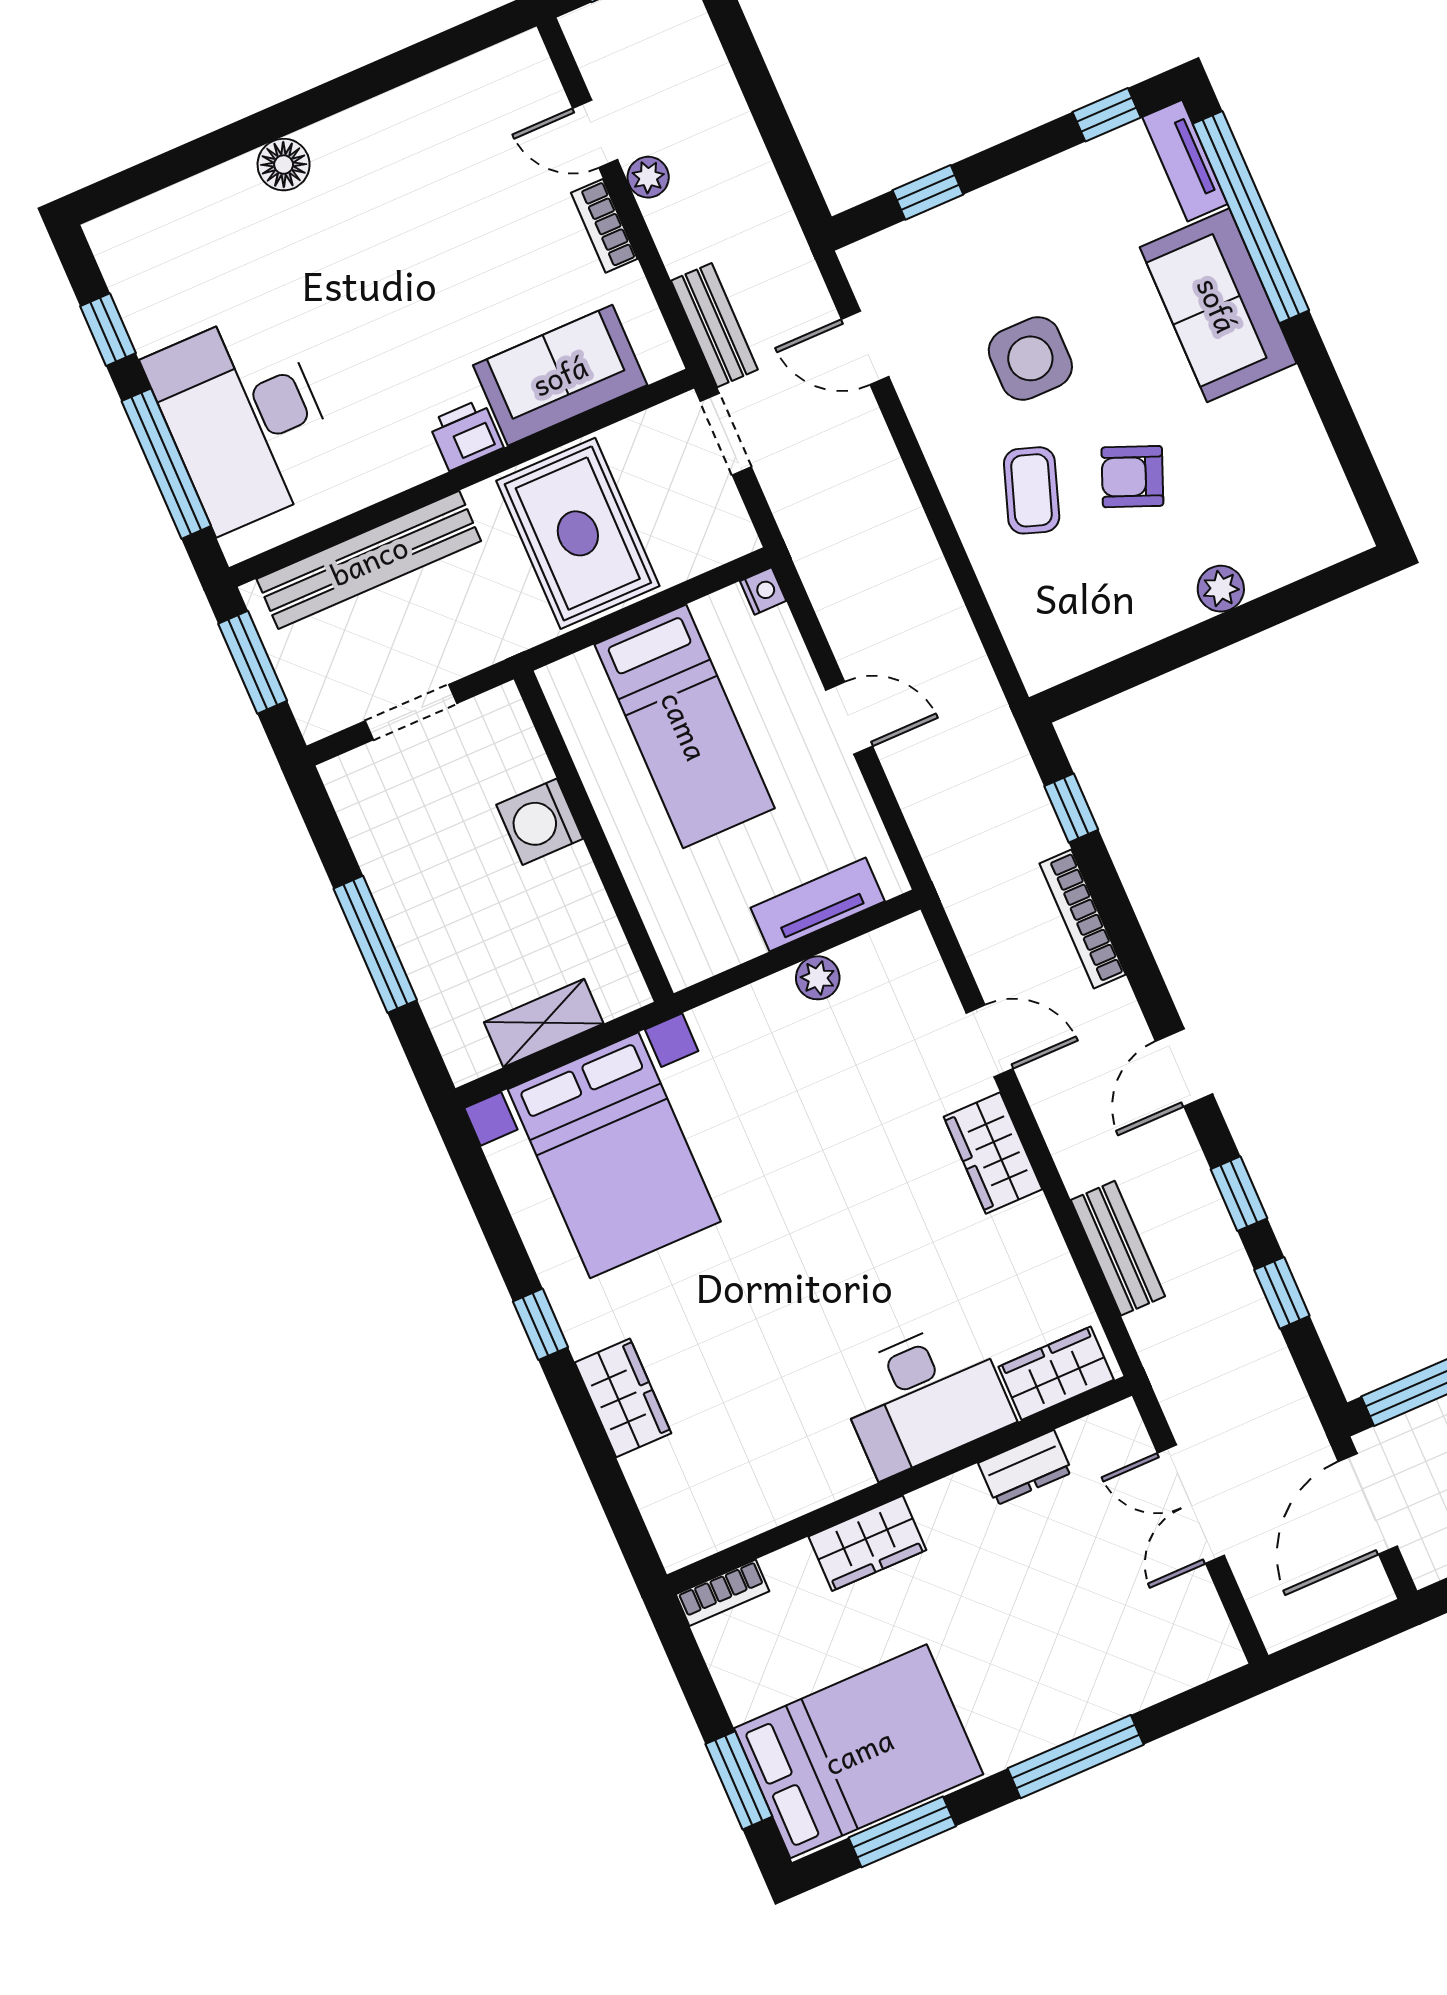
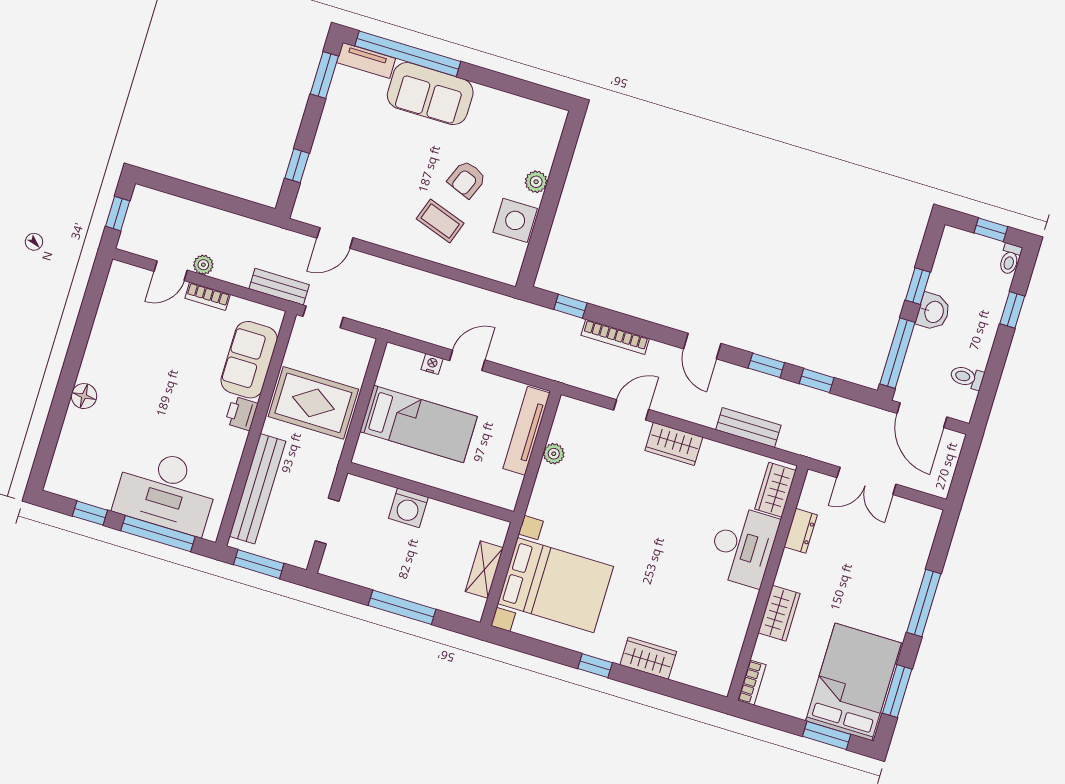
window: (1107, 115) -> (324, 75), width x1.50
side table: (1030, 358) -> (515, 220), moved
nightstand: (763, 591) -> (432, 364), moved
tv unit: (818, 905) -> (526, 431), width x1.41

